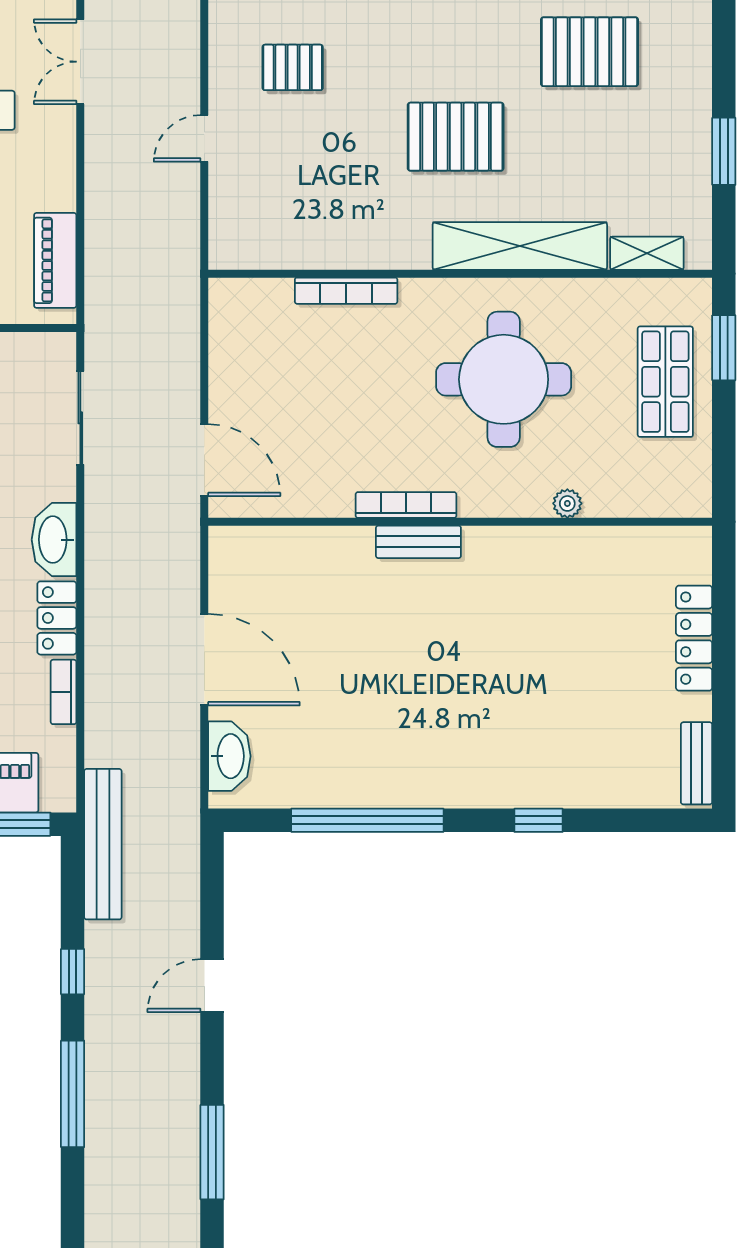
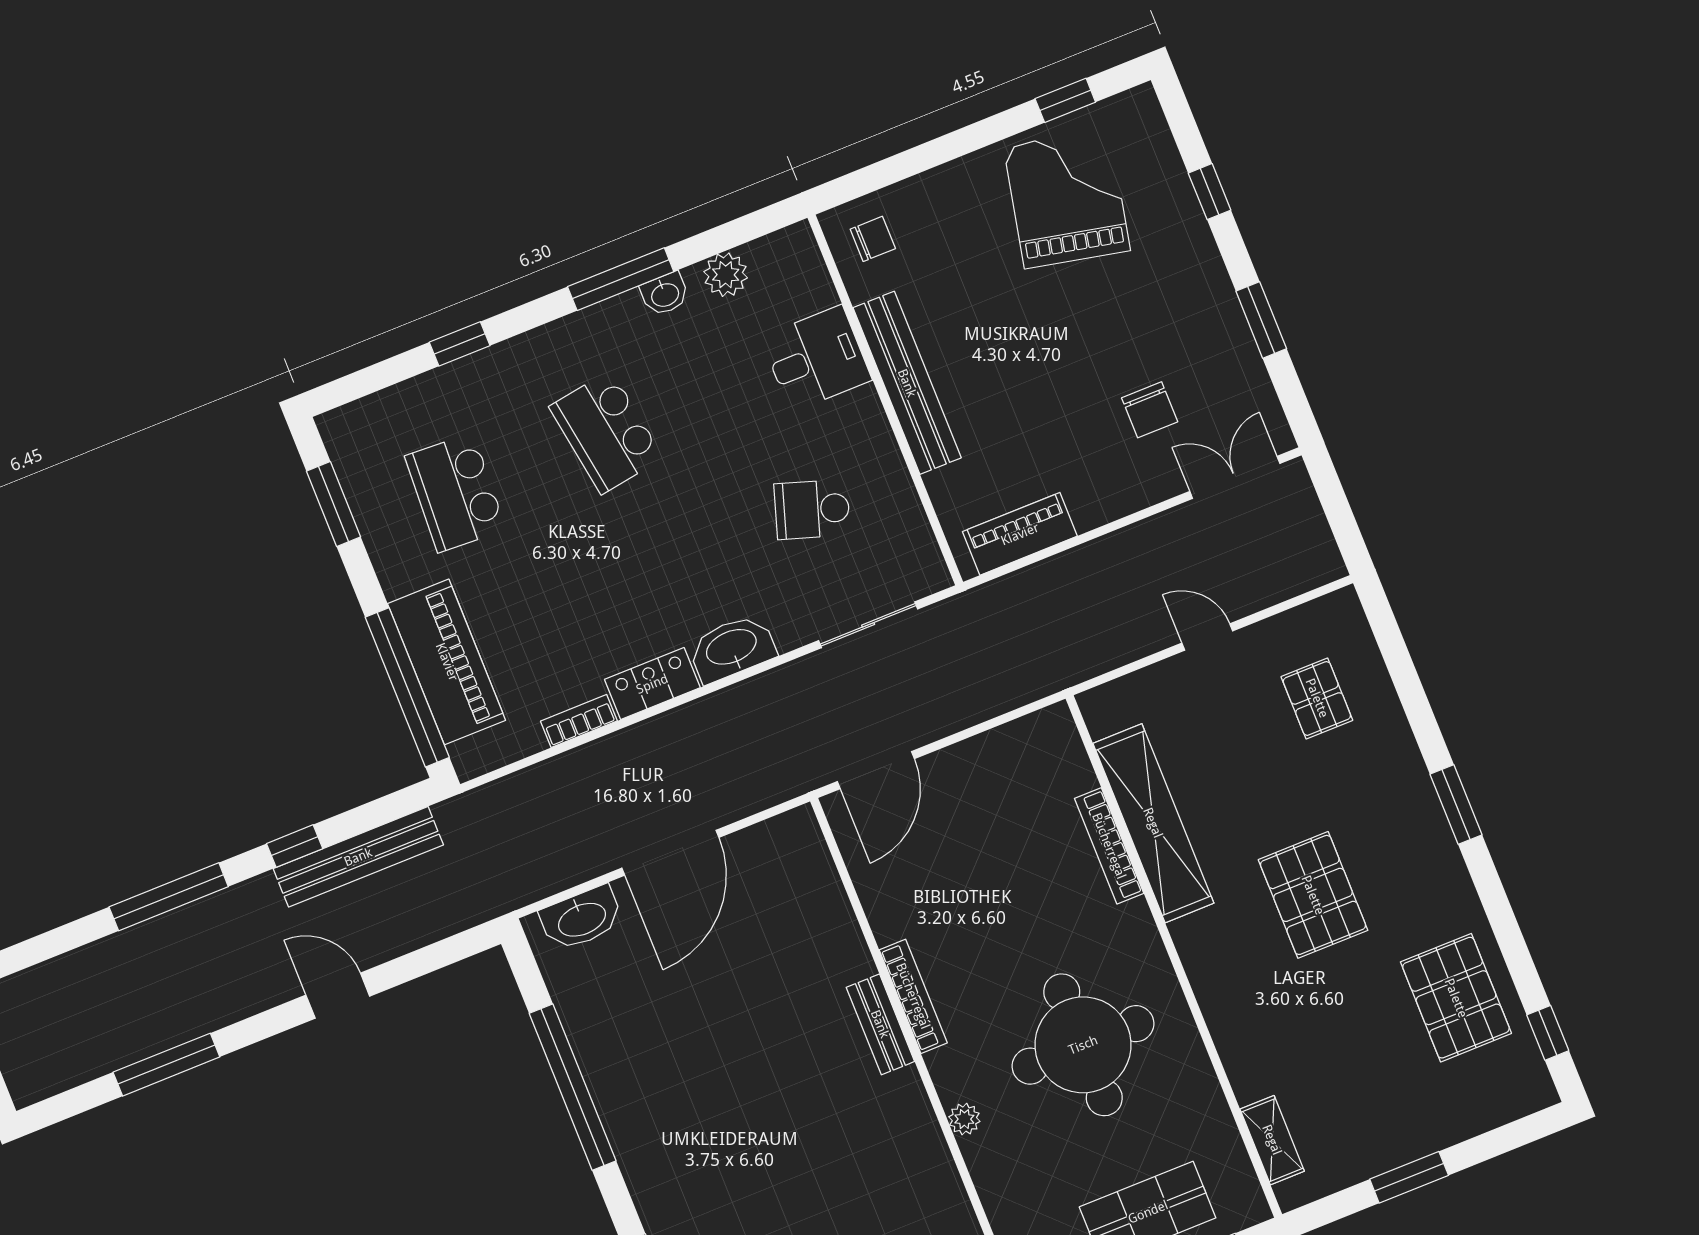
shelving: (520, 246) -> (1153, 823), moved
plant: (567, 503) -> (964, 1119), moved
bench: (103, 844) -> (358, 857), moved

